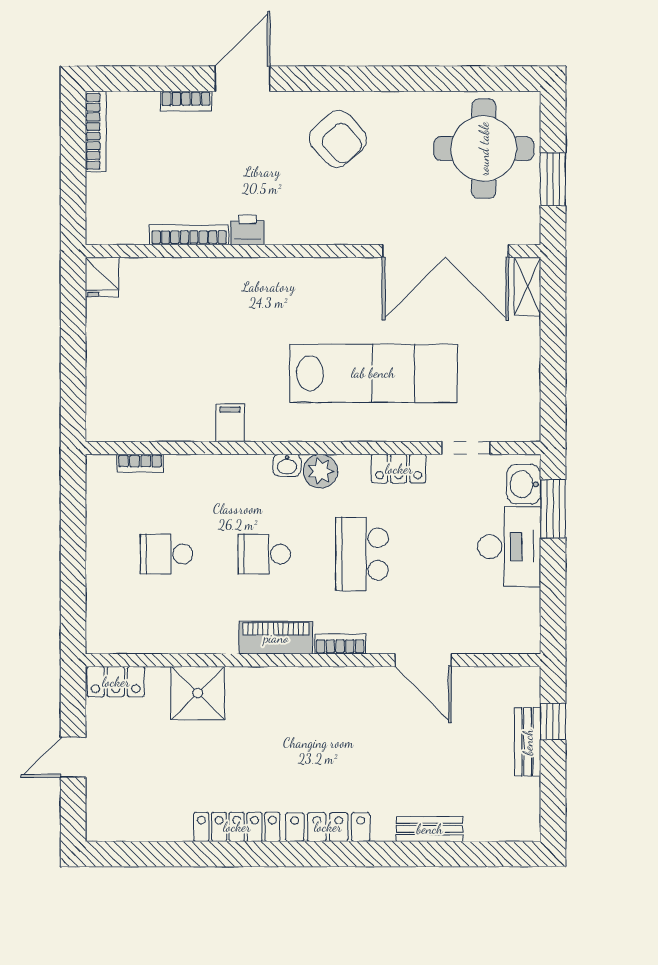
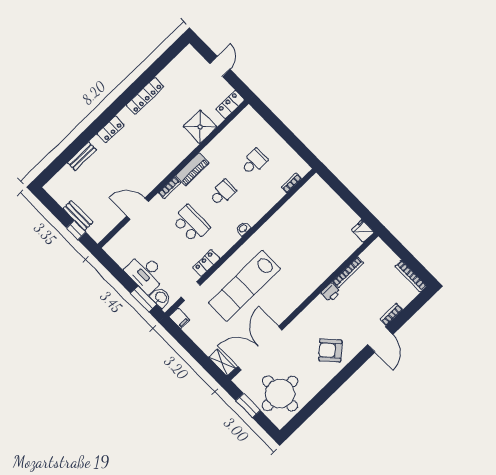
filing cabinet: (230, 423) -> (179, 318), moved
plant: (320, 471) -> (231, 237), removed
locker: (328, 827) -> (111, 129), width x0.66

